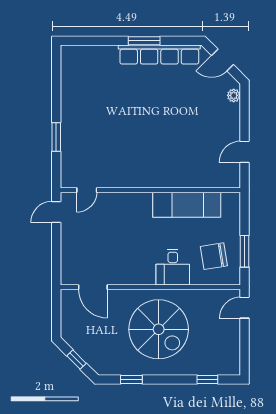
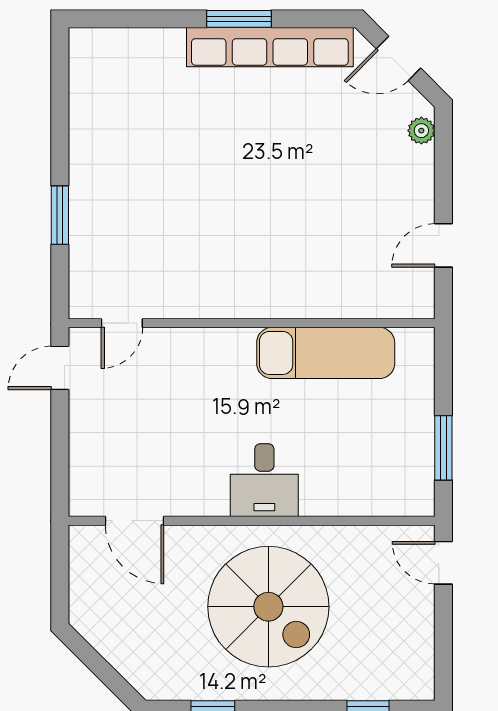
chair: (214, 256) -> (381, 458), removed
desk: (173, 267) -> (264, 480), moved
door: (245, 308) -> (443, 563), hinge flipped
window: (77, 360) -> (101, 668), removed

